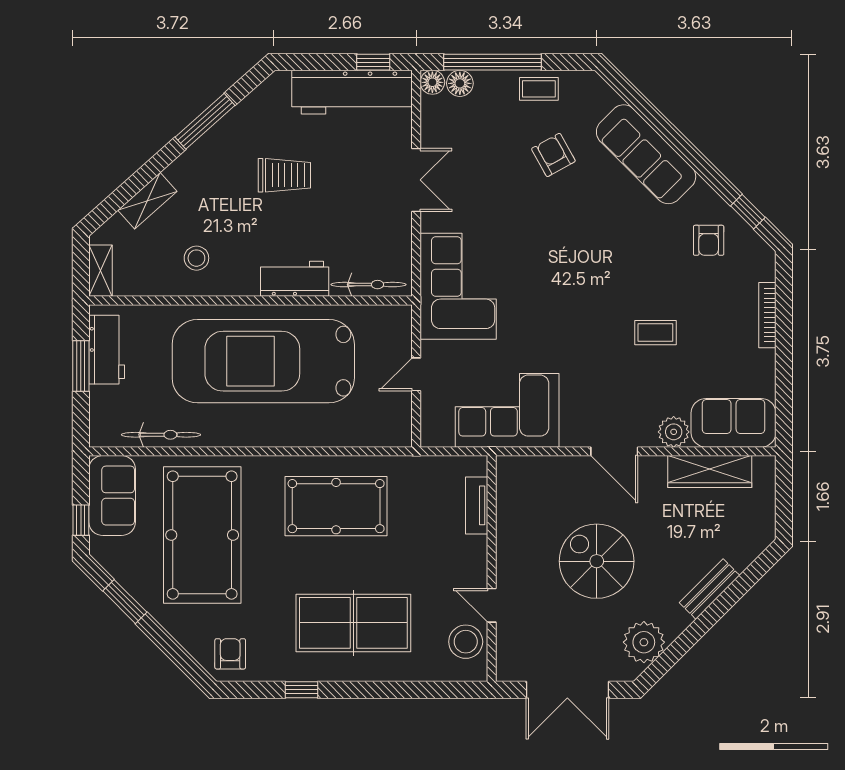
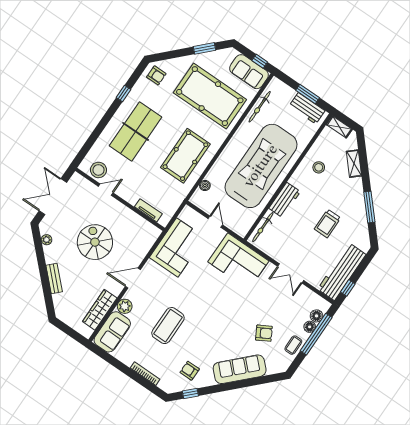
floor lamp: (432, 82) -> (310, 327), moved
coffee table: (655, 333) -> (168, 326), width x1.86, depth x1.72
boiler: (365, 436) -> (205, 185), added
window: (81, 520) -> (260, 61), moved
spiral stairs: (597, 561) -> (95, 242), turned -90
plant: (644, 642) -> (47, 240), width x0.53, depth x0.53

